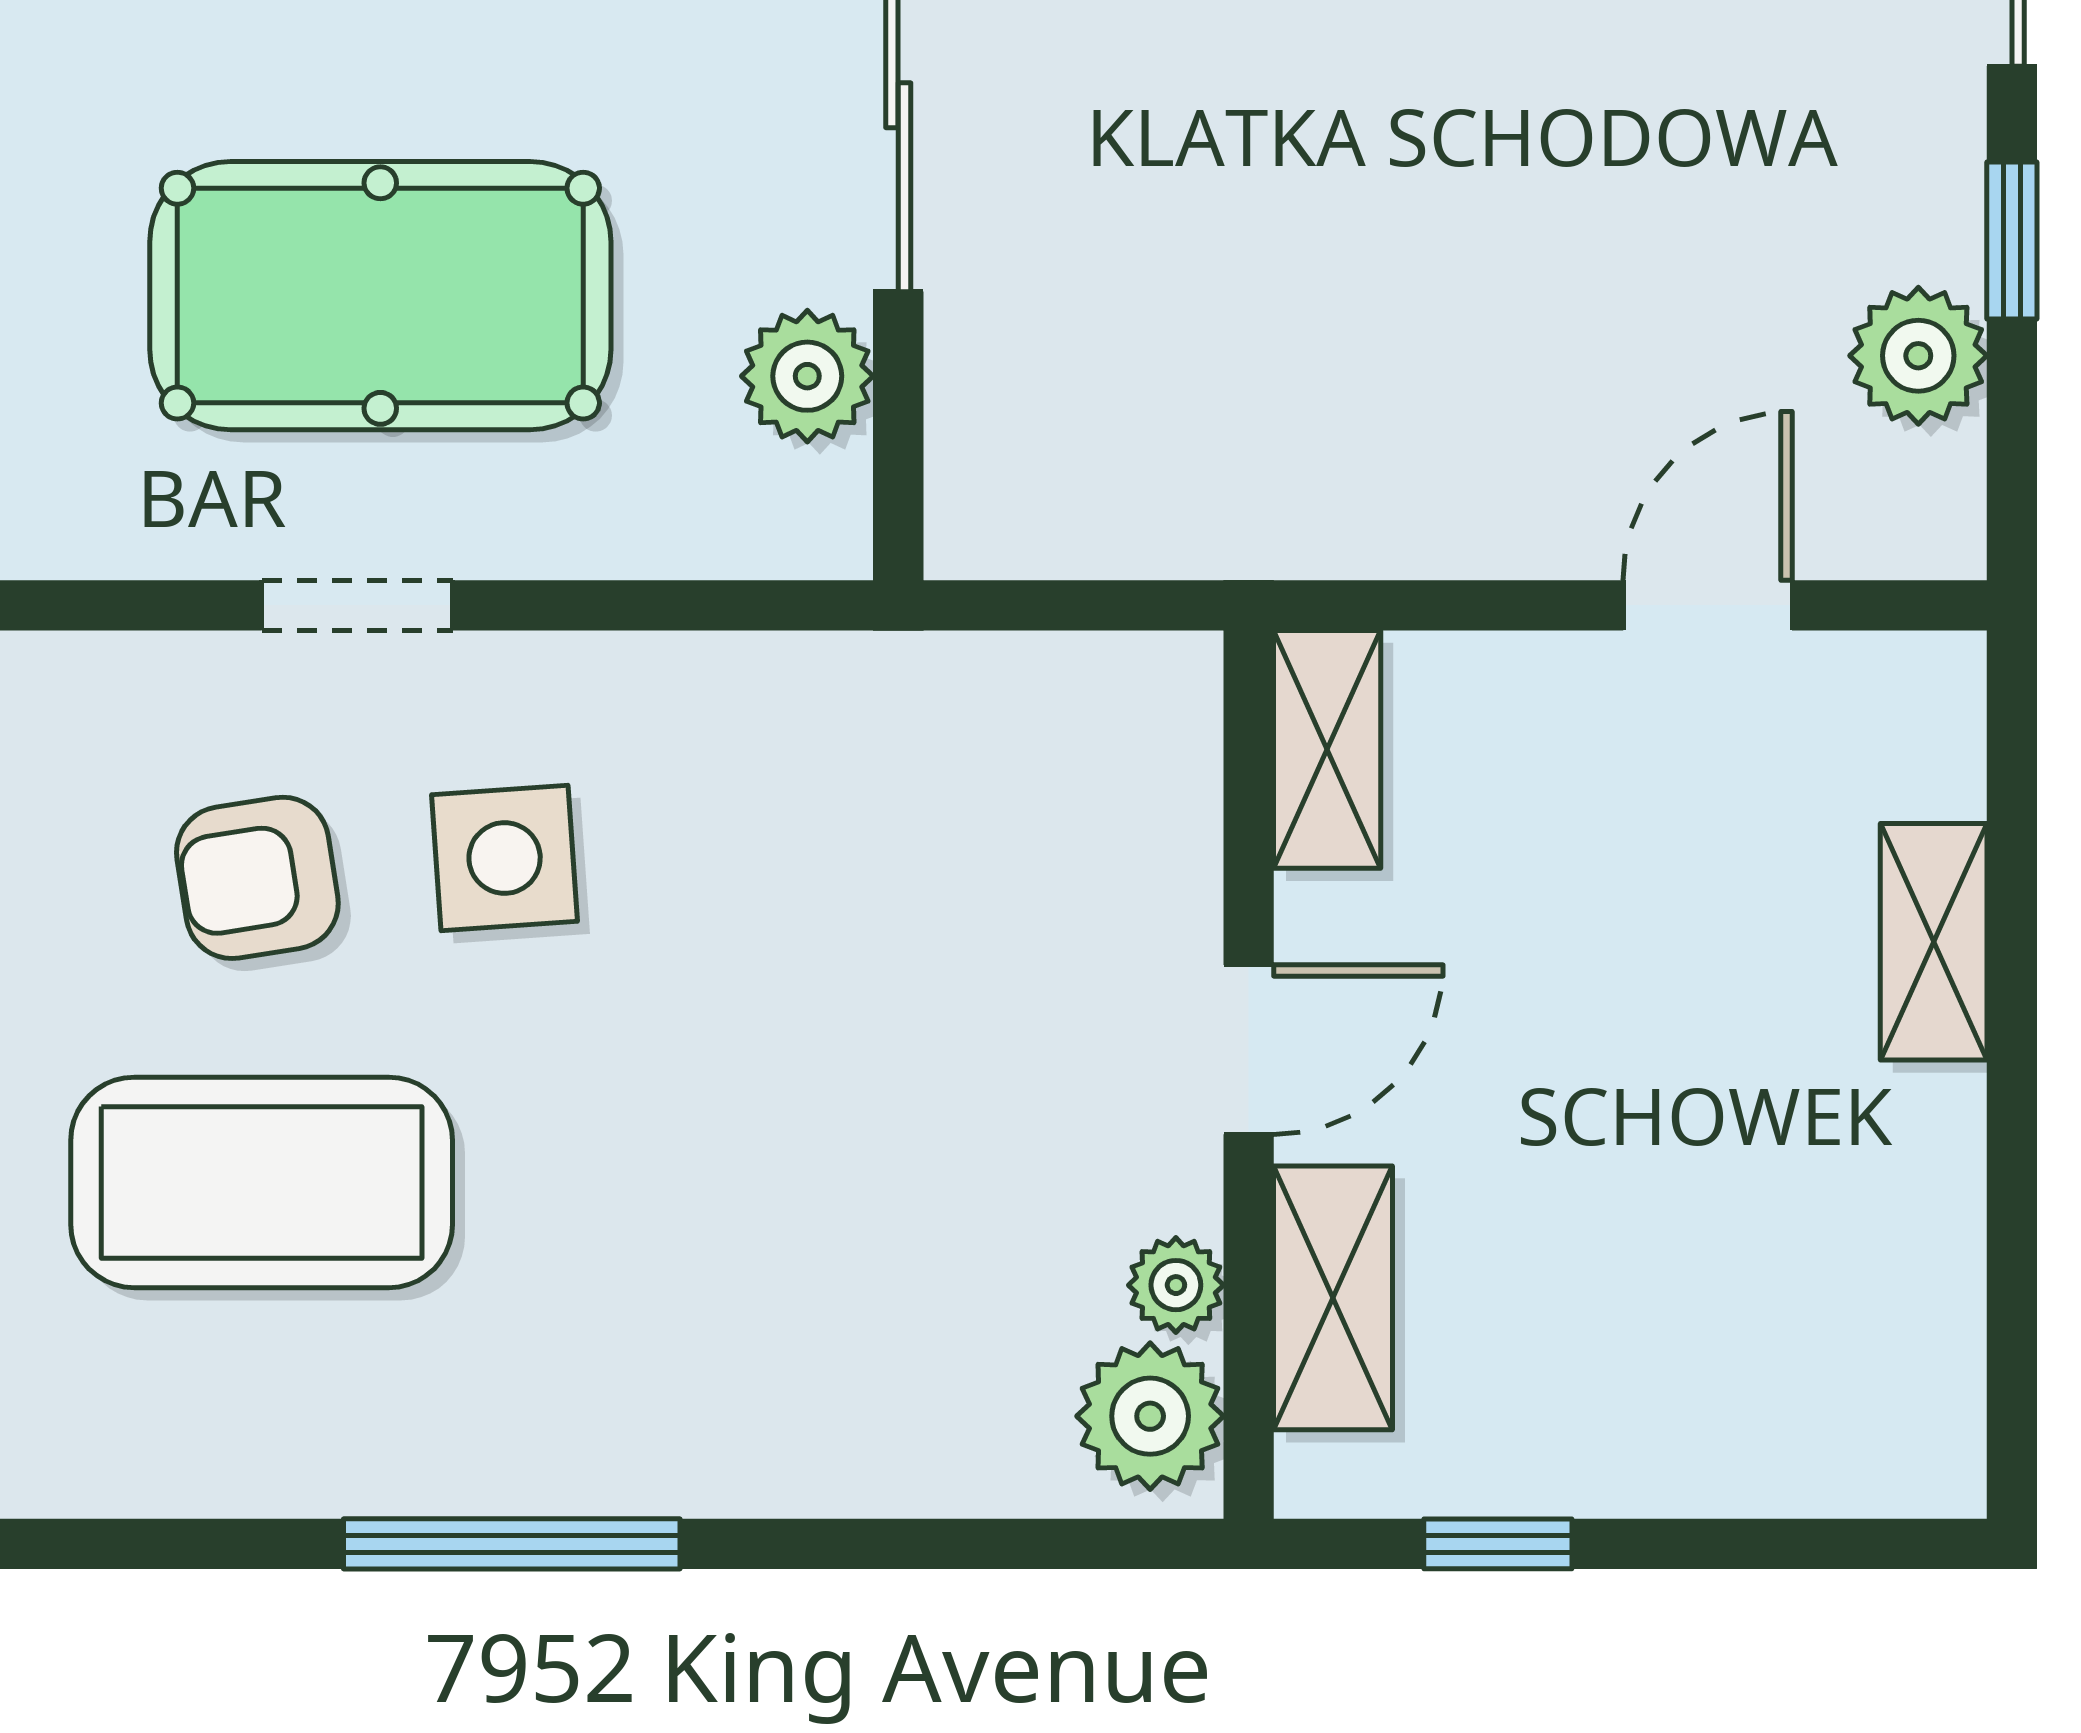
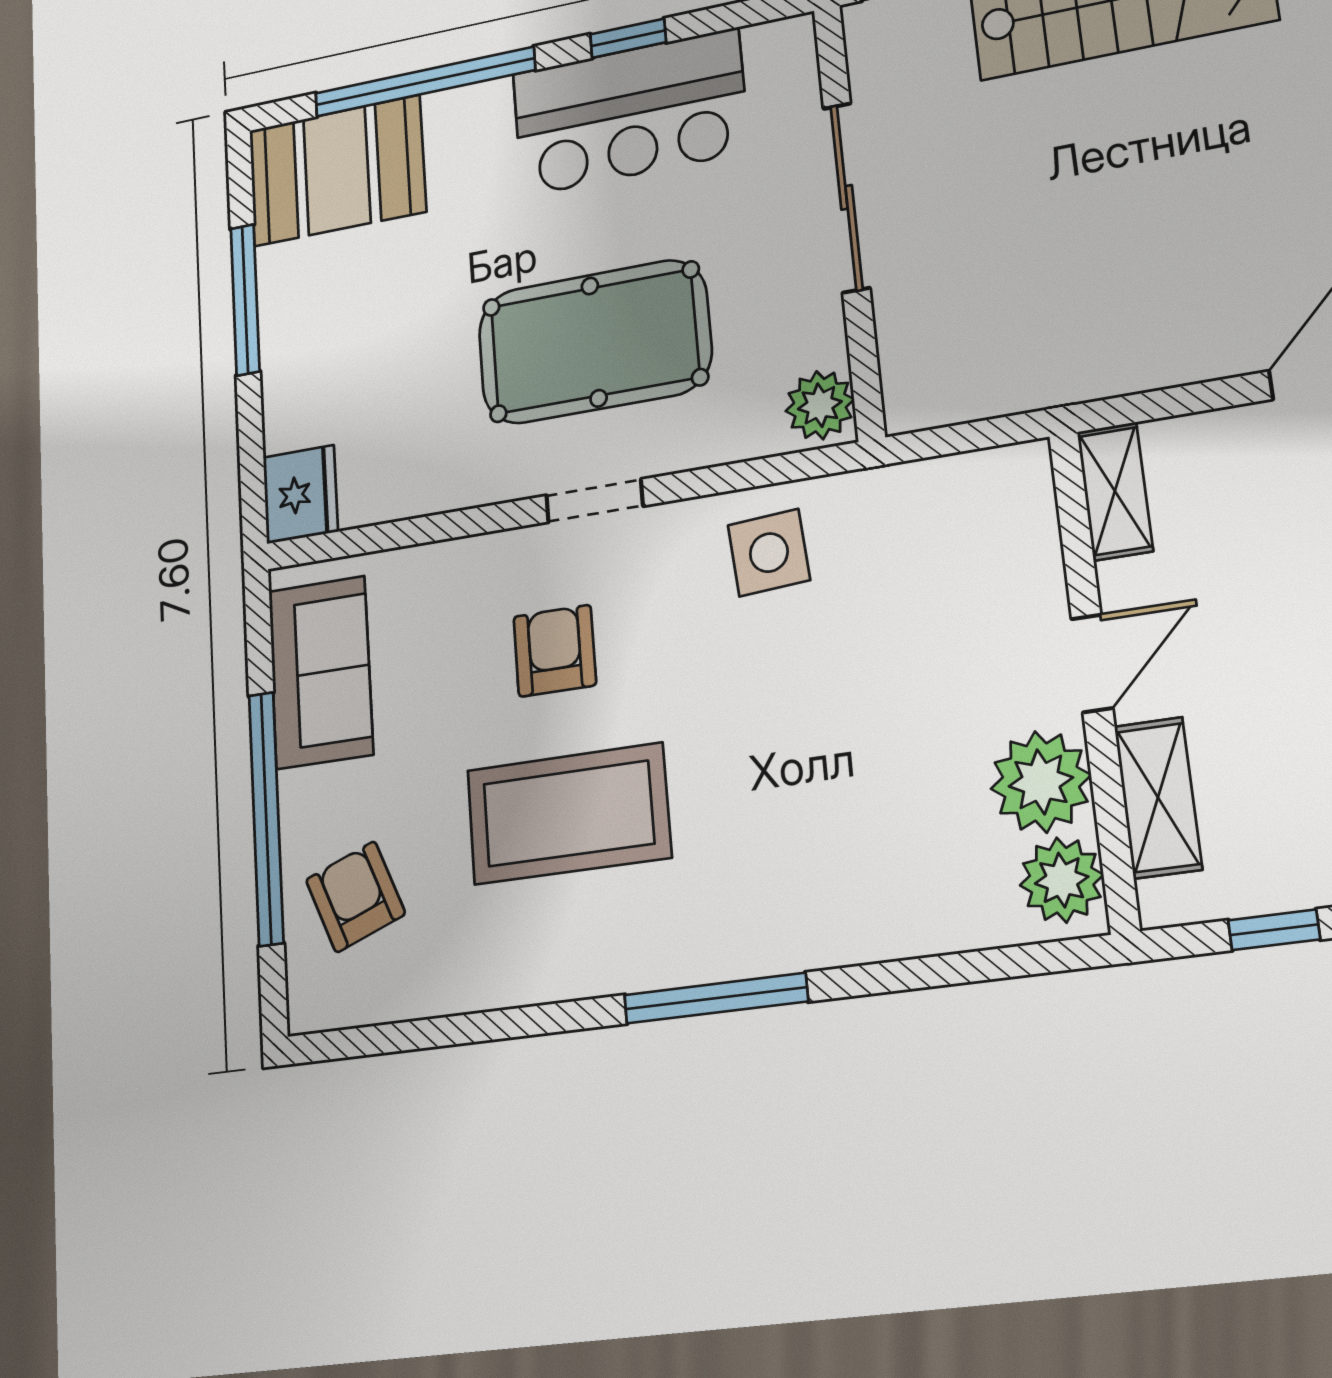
plant: (807, 376) -> (820, 405), moved
side table: (505, 858) -> (769, 553), moved
armchair: (257, 878) -> (555, 651), turned 99
plant: (1176, 1285) -> (1041, 782), width x1.88, depth x1.88

